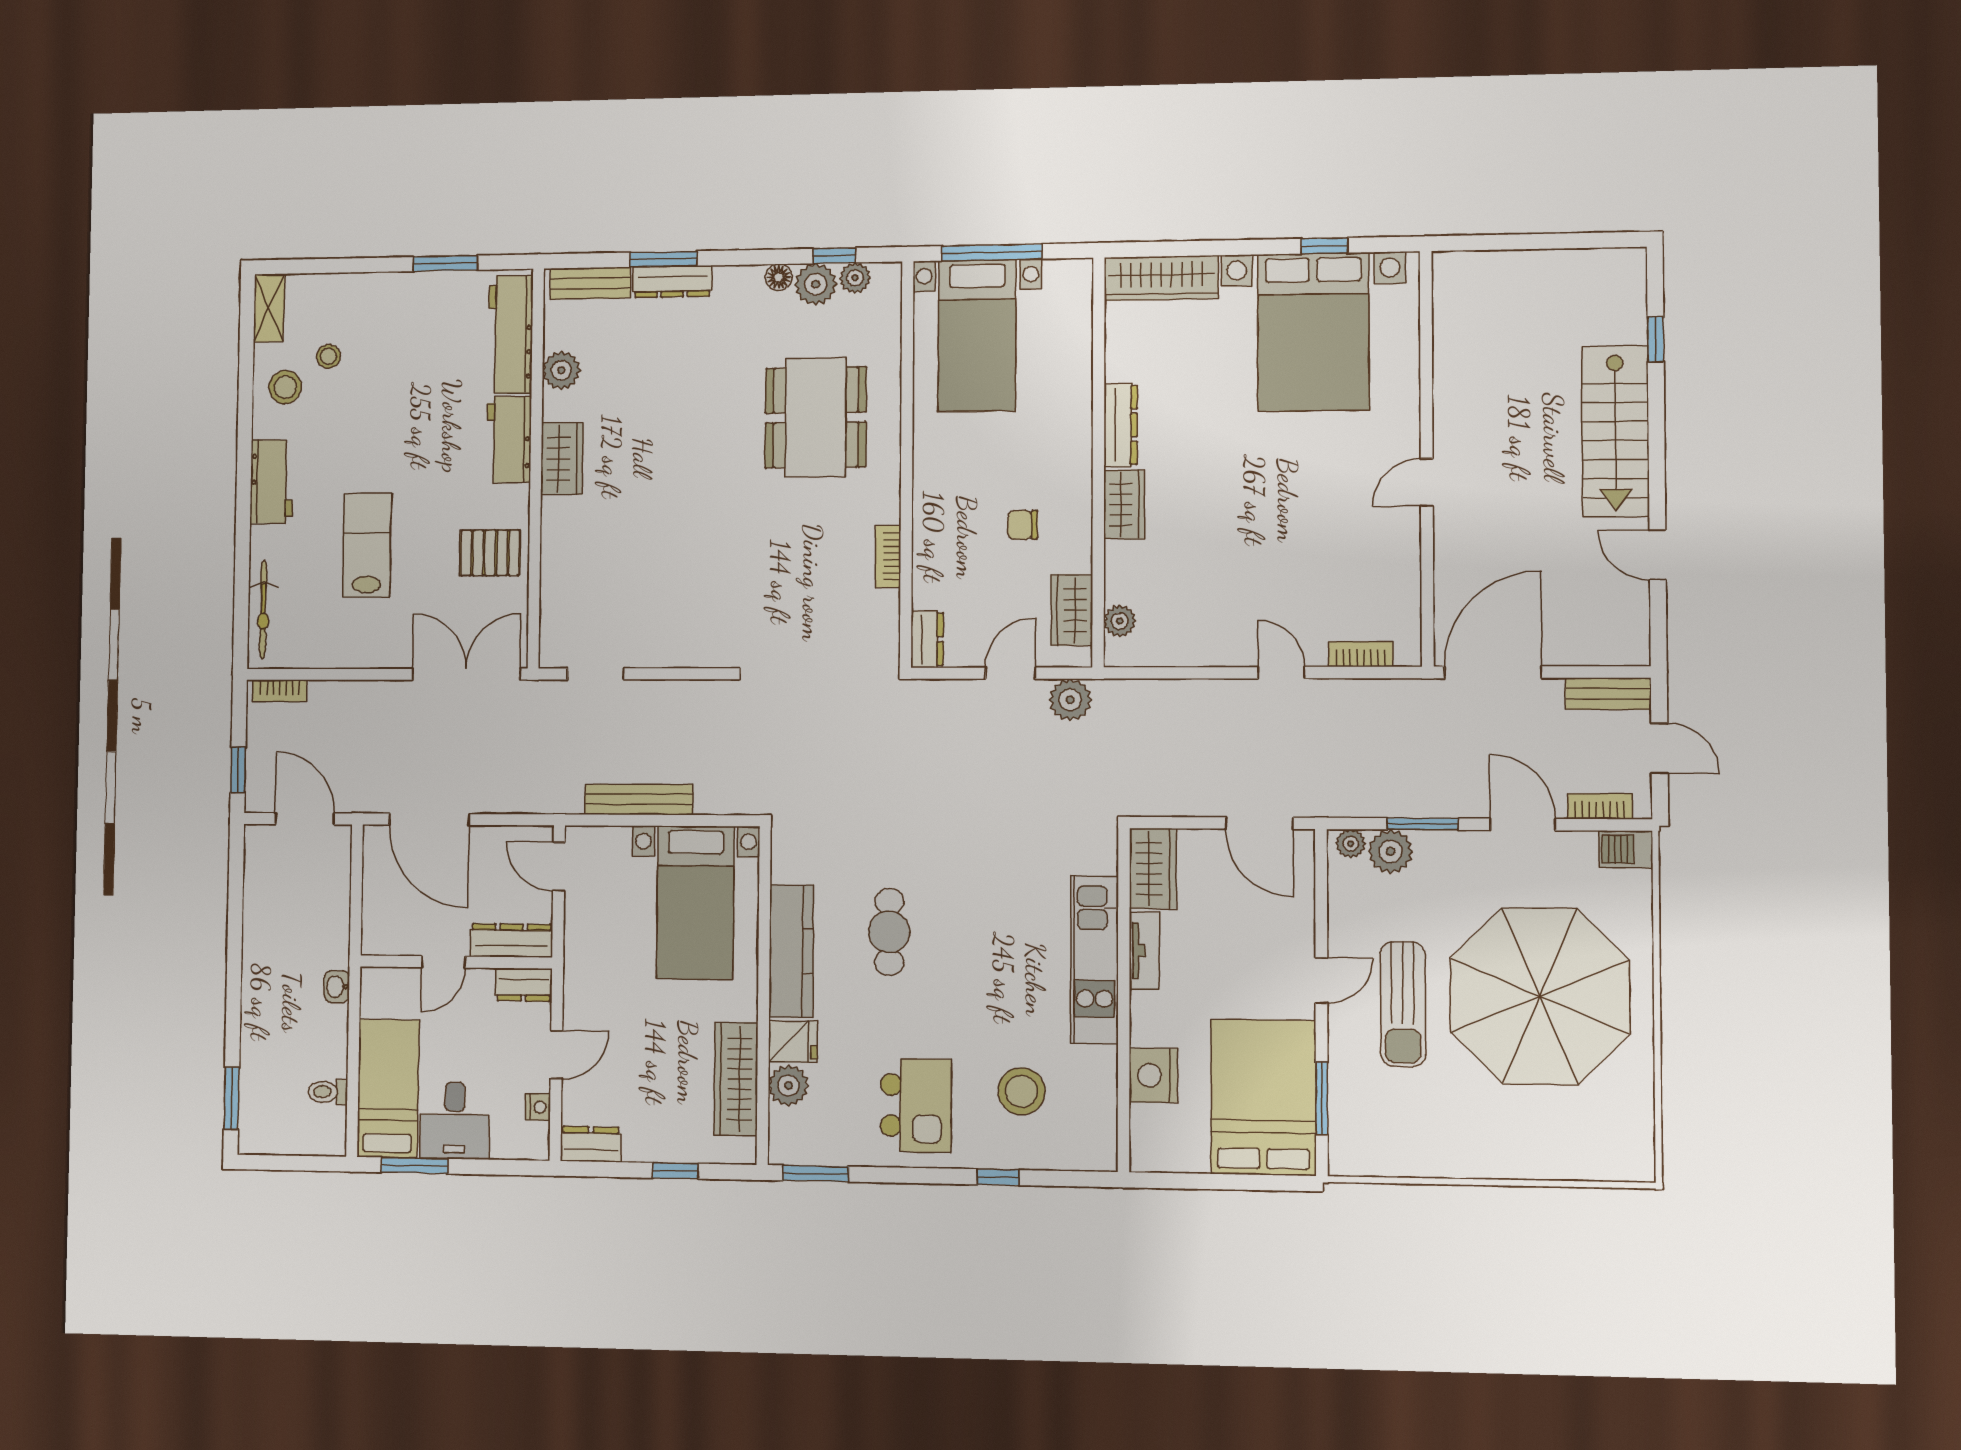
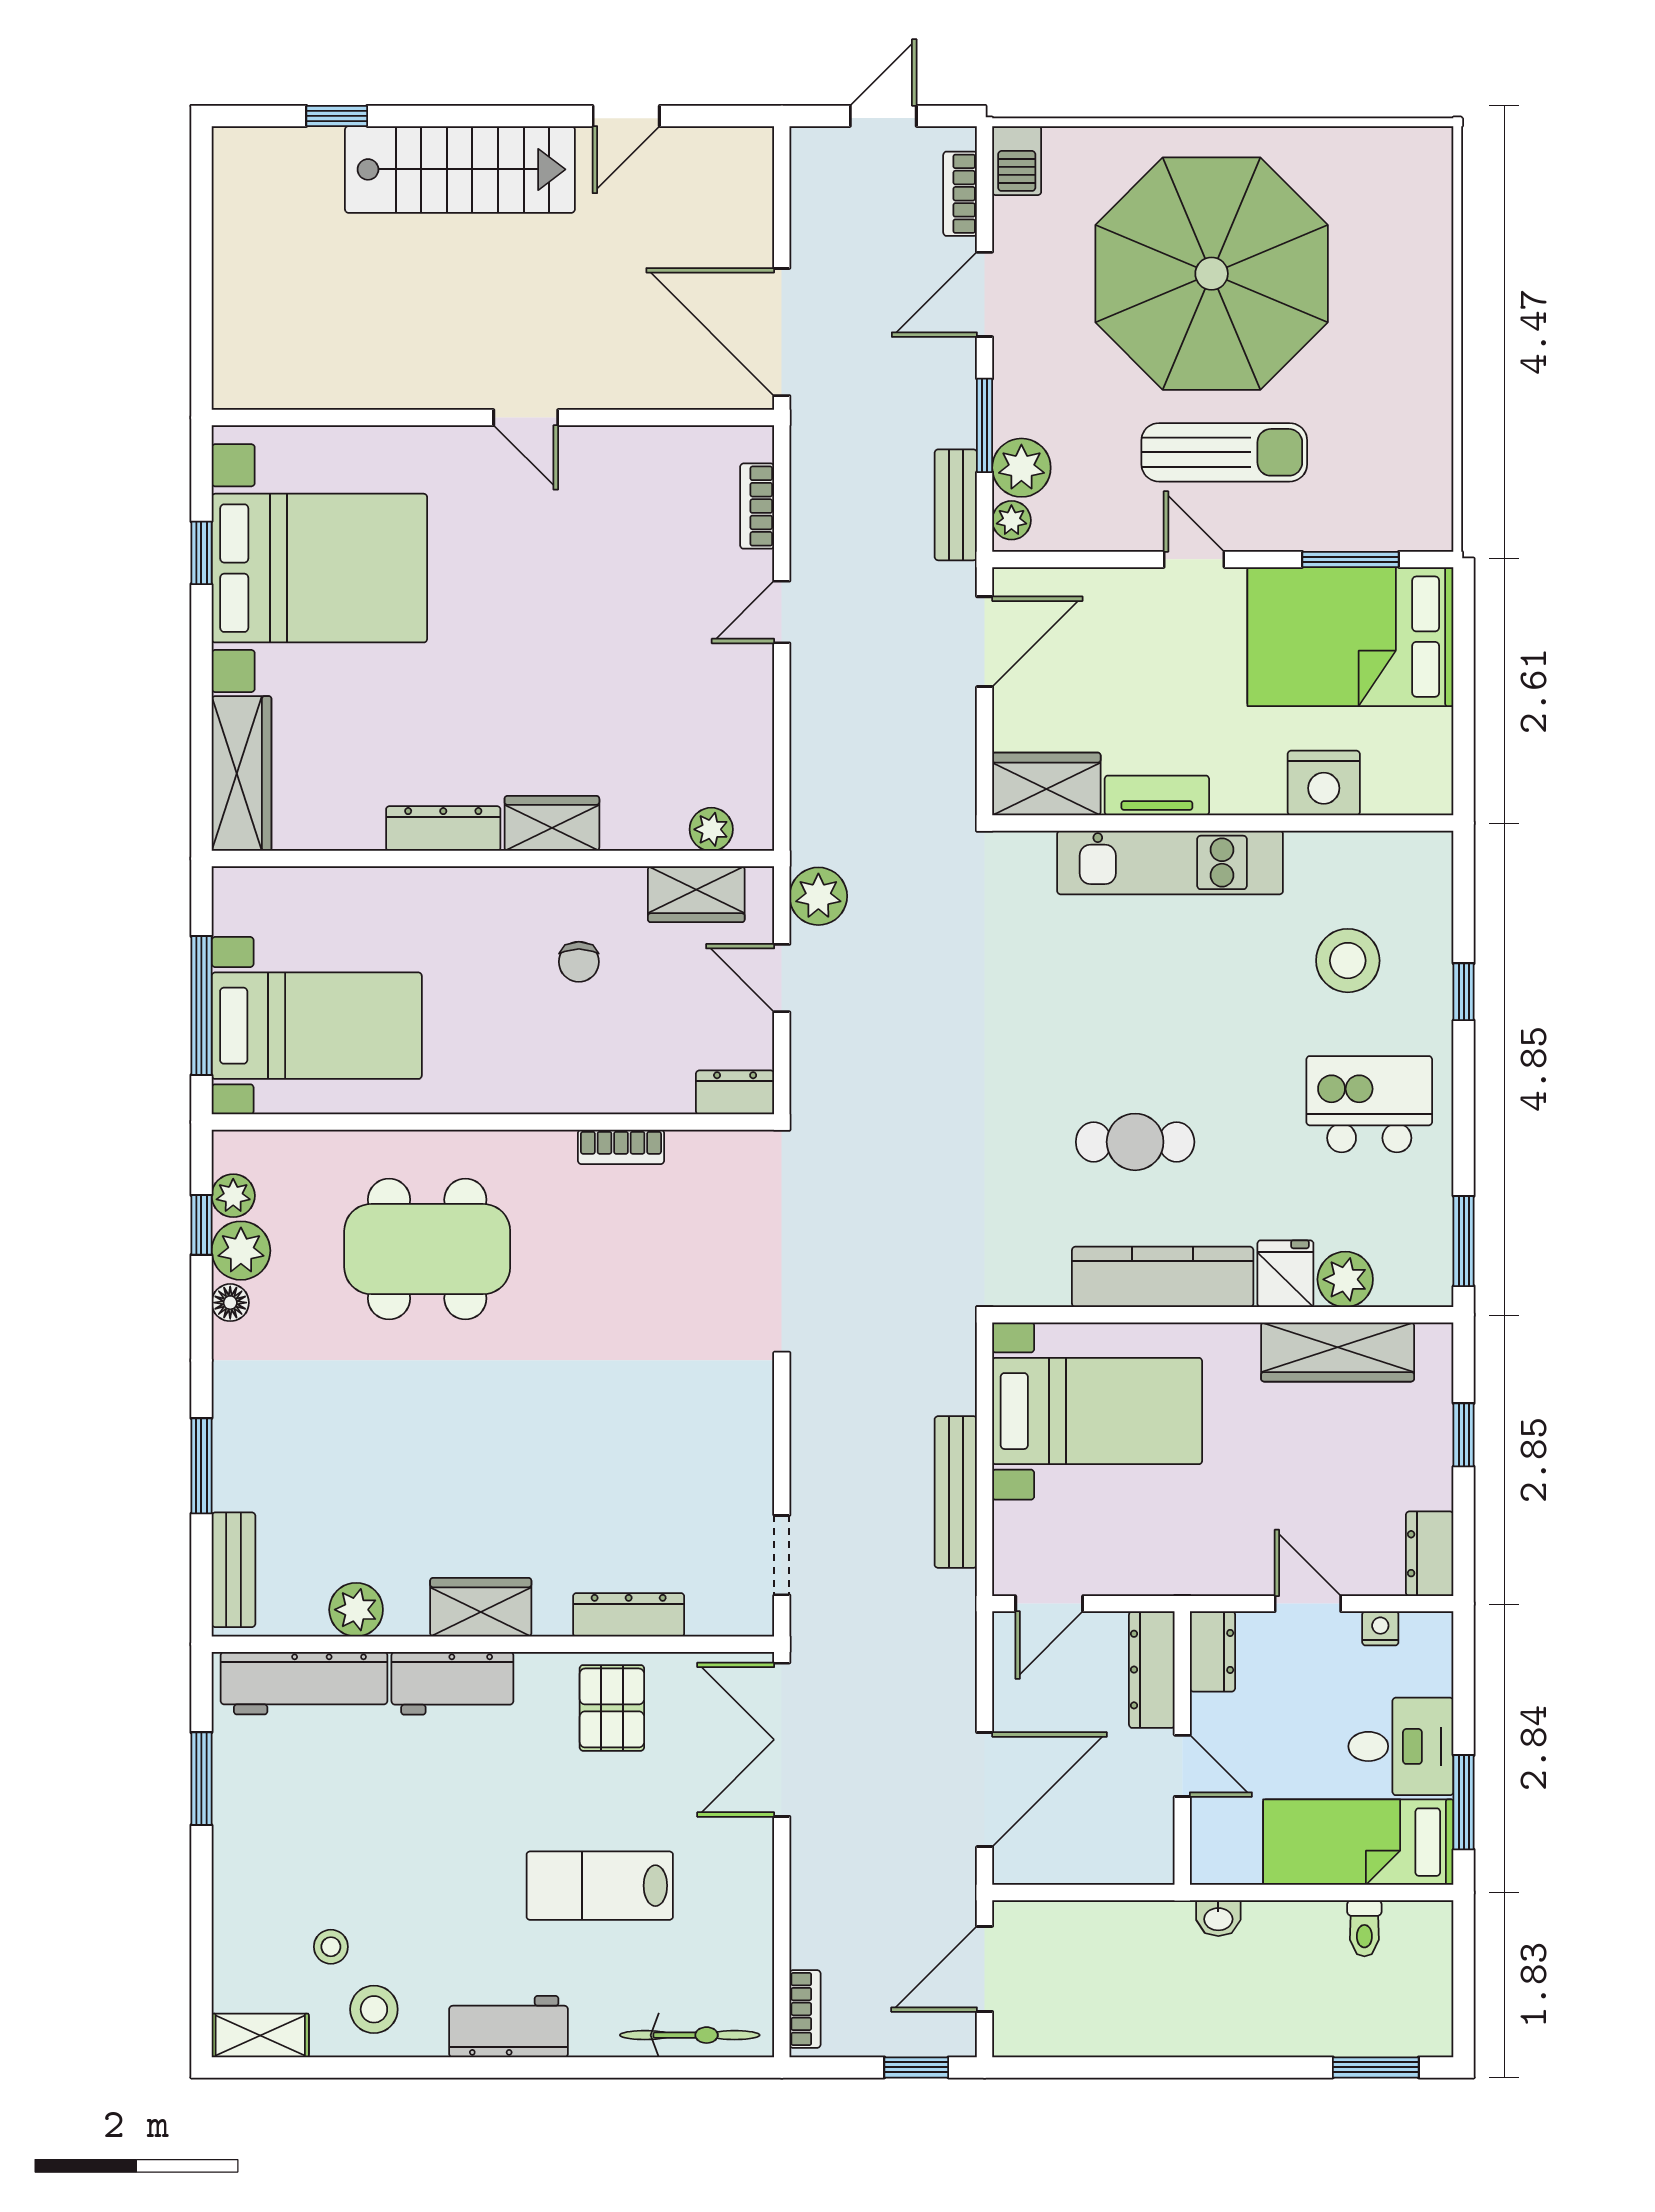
dresser: (672, 281) -> (629, 1615), moved, turned -90
bench: (1608, 694) -> (956, 505), moved

